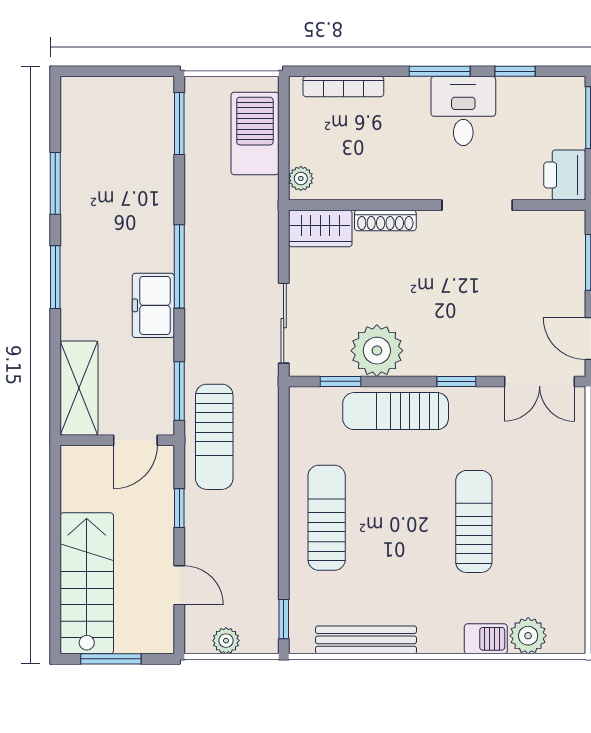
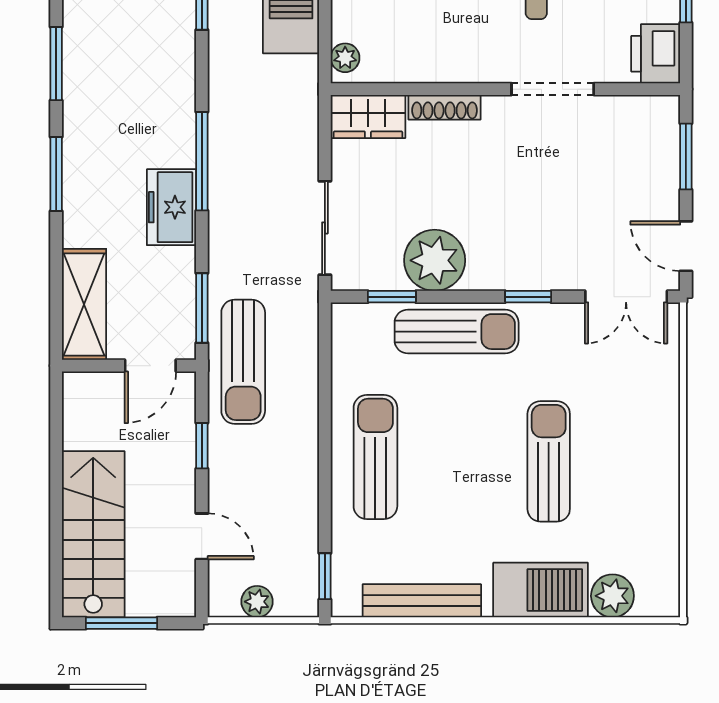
sun lounger: (396, 411) -> (457, 332), turned 180
barbecue: (486, 639) -> (541, 590), width x1.88, depth x1.53

